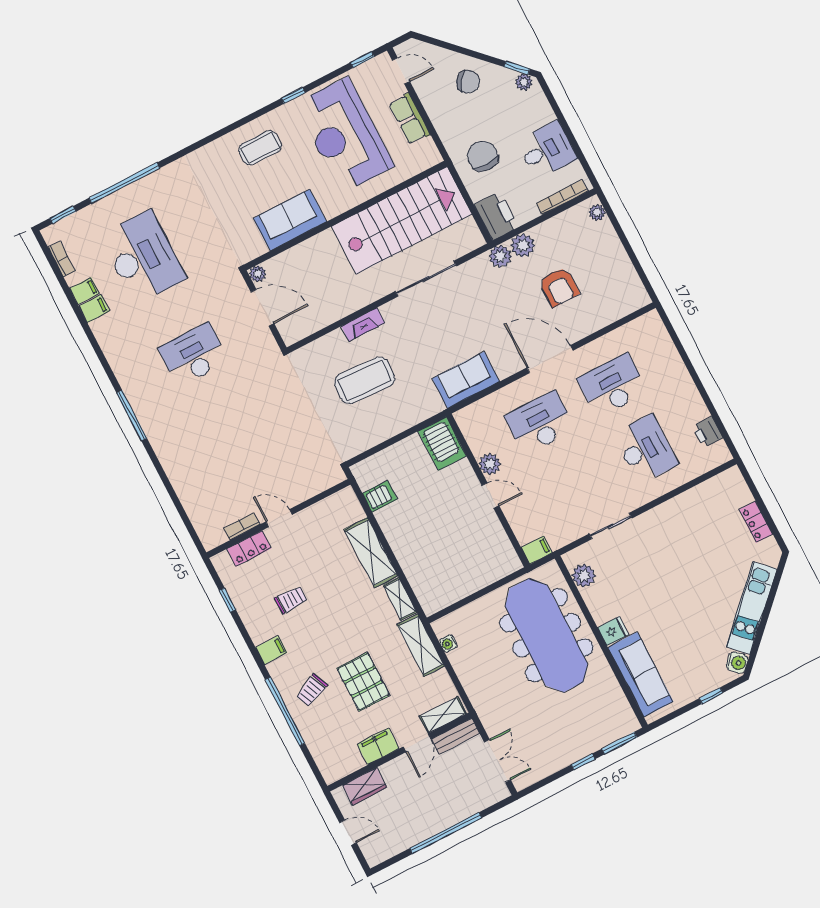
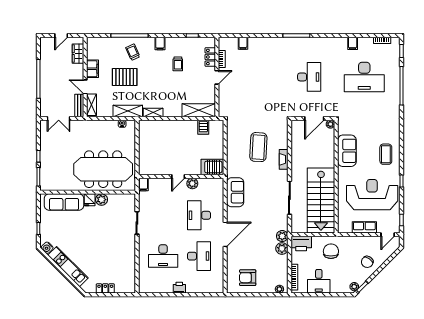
chair: (483, 156) -> (331, 251), turned -90
armchair: (559, 287) -> (248, 278), moved
filing cabinet: (84, 291) -> (243, 43), moved
desk: (540, 423) -> (199, 215), turned 180
printer: (708, 432) -> (179, 288), moved
shelving: (371, 553) -> (199, 110), moved
plant: (584, 576) -> (102, 200), moved

